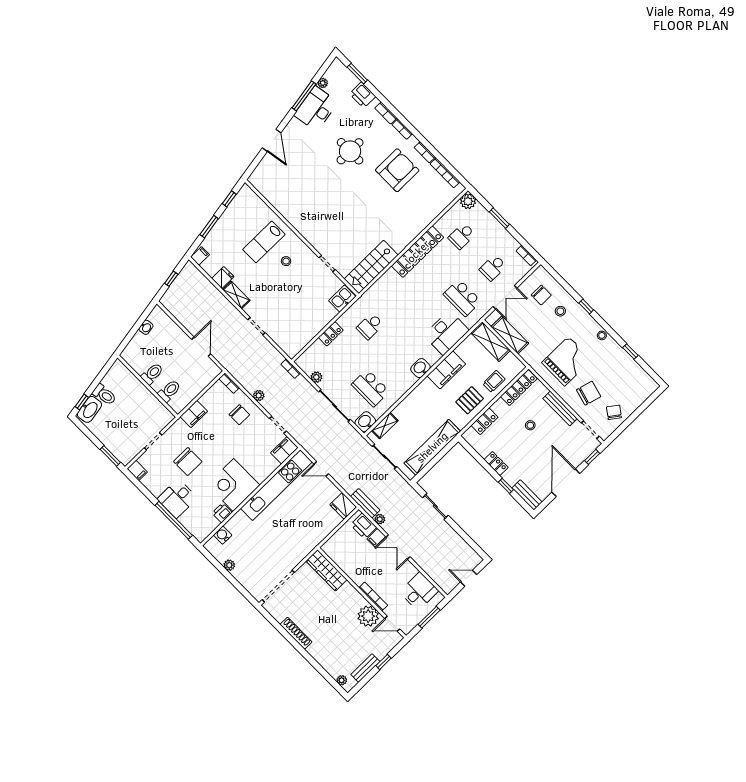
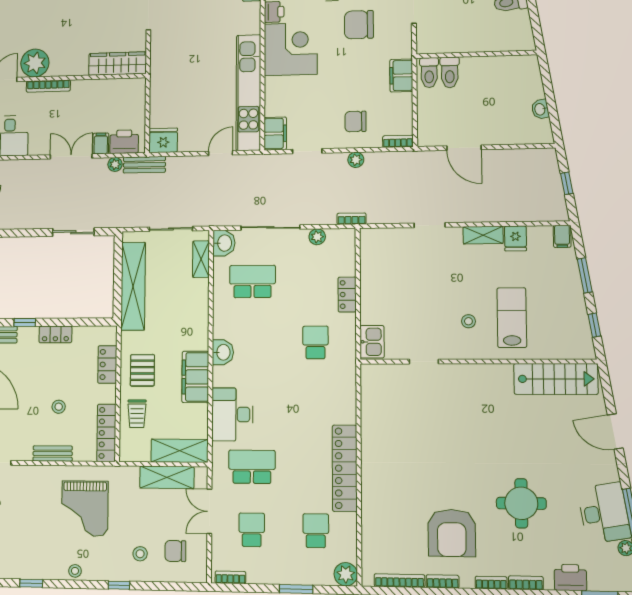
stairs: (371, 267) -> (556, 379), moved, turned 90
toilet: (152, 374) -> (429, 73), moved
chair: (589, 393) -> (32, 498), removed
bench: (560, 409) -> (53, 454), width x0.73

